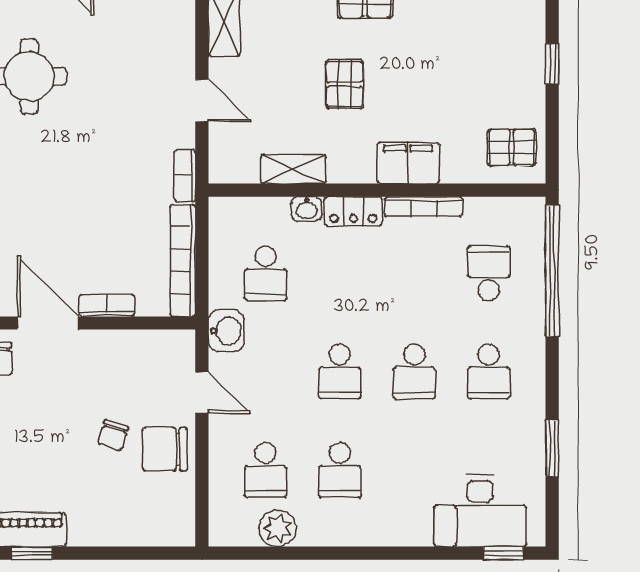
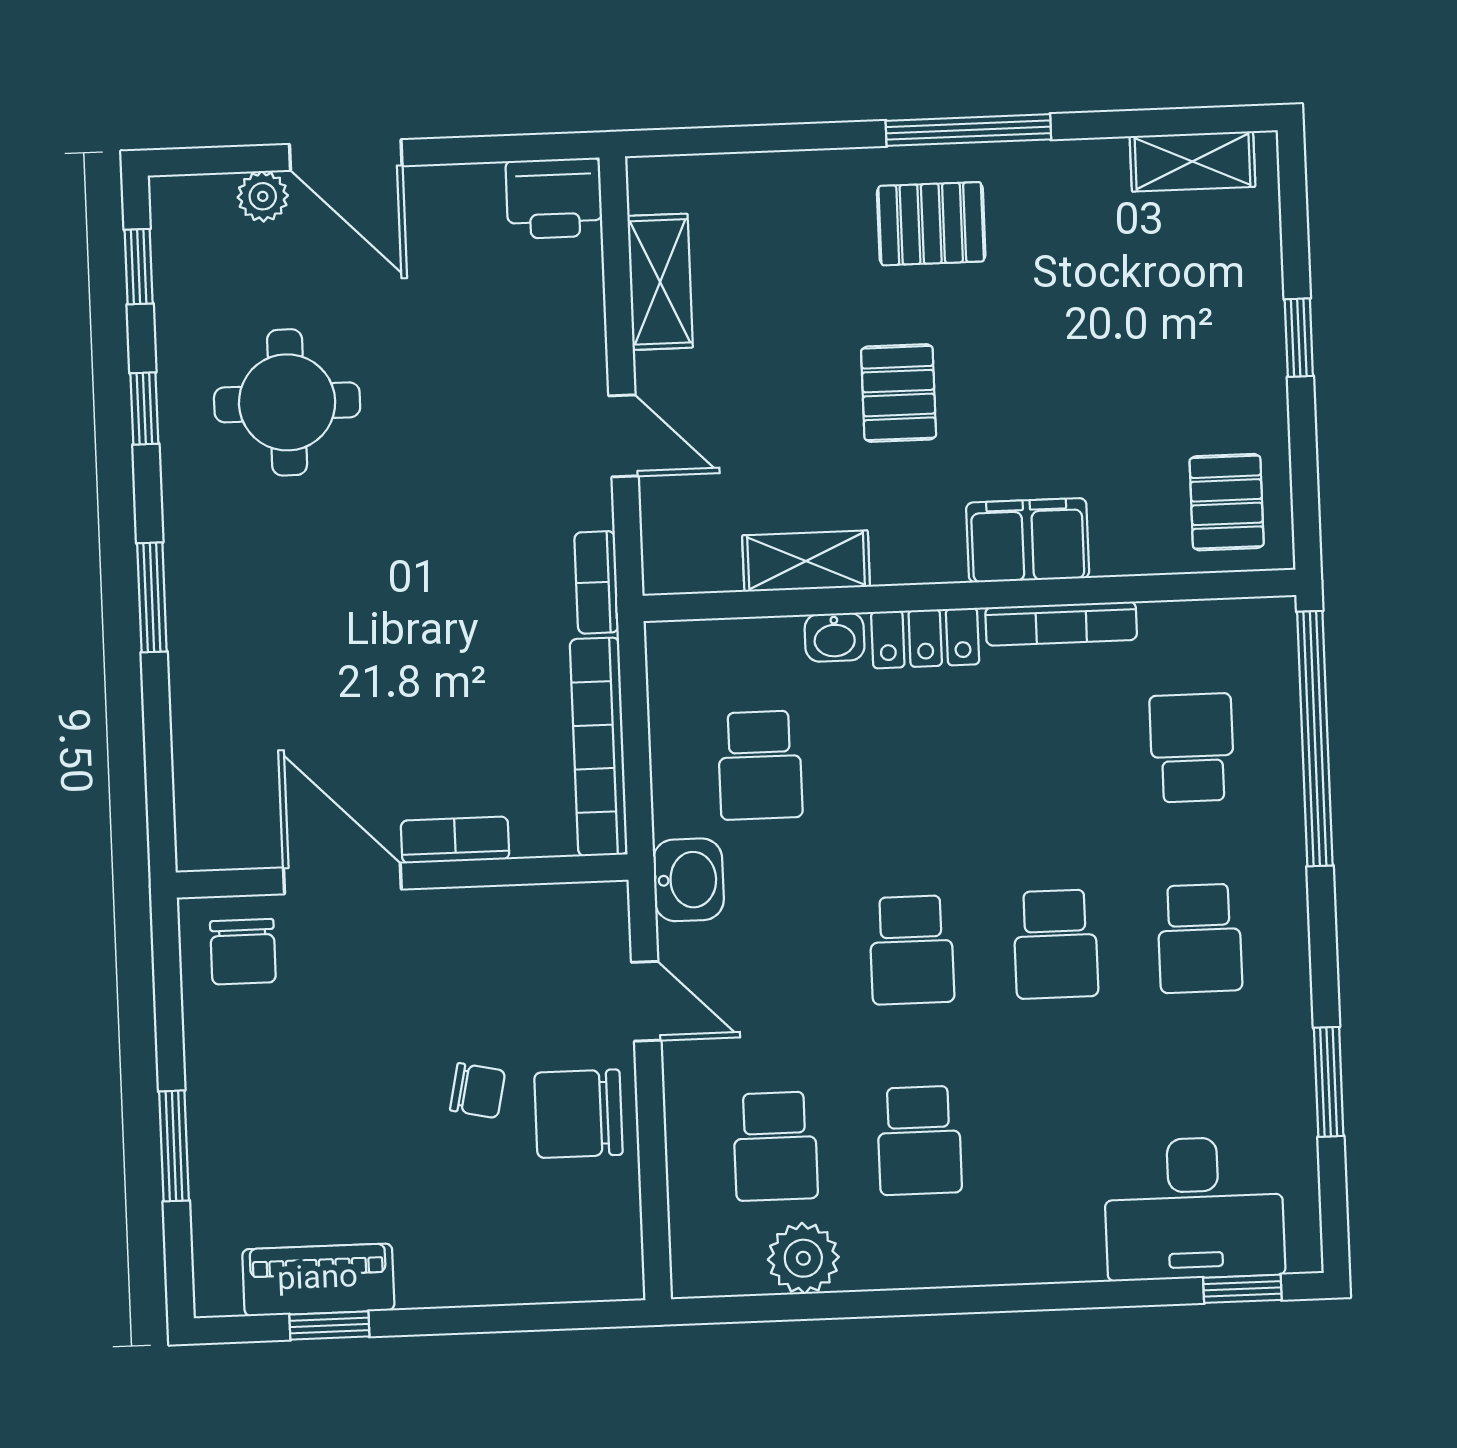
pallet: (512, 147) -> (1227, 502), turned 90
chair: (113, 435) -> (478, 1091), turned -95

